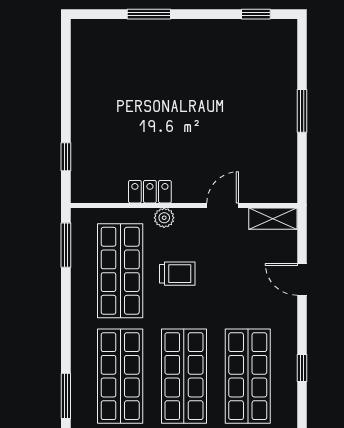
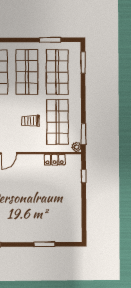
locker: (150, 192) -> (55, 160), moved
plant: (164, 218) -> (76, 147), moved

